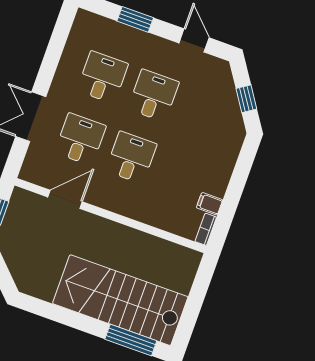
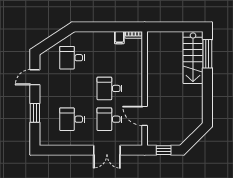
desk: (153, 96) -> (72, 58), moved
window: (246, 99) -> (56, 38), removed
stairs: (120, 300) -> (193, 57), width x0.73, depth x0.66

